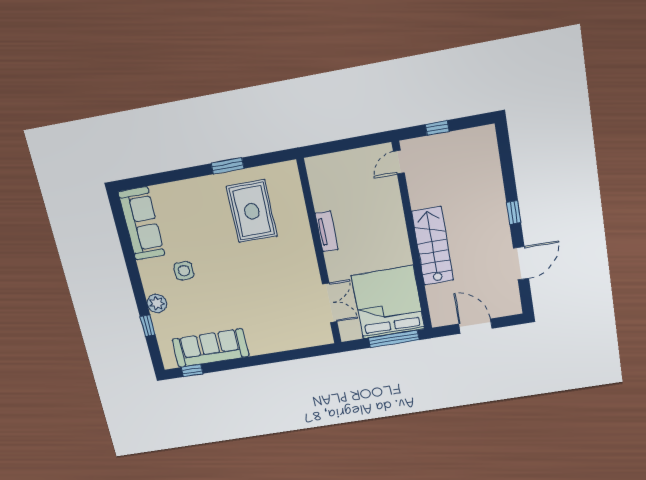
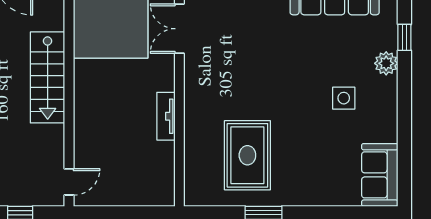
sofa: (142, 224) -> (380, 175), width x0.73

